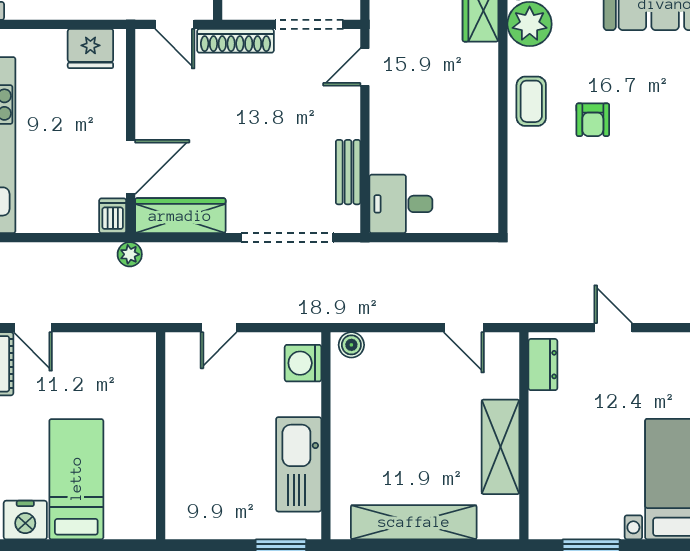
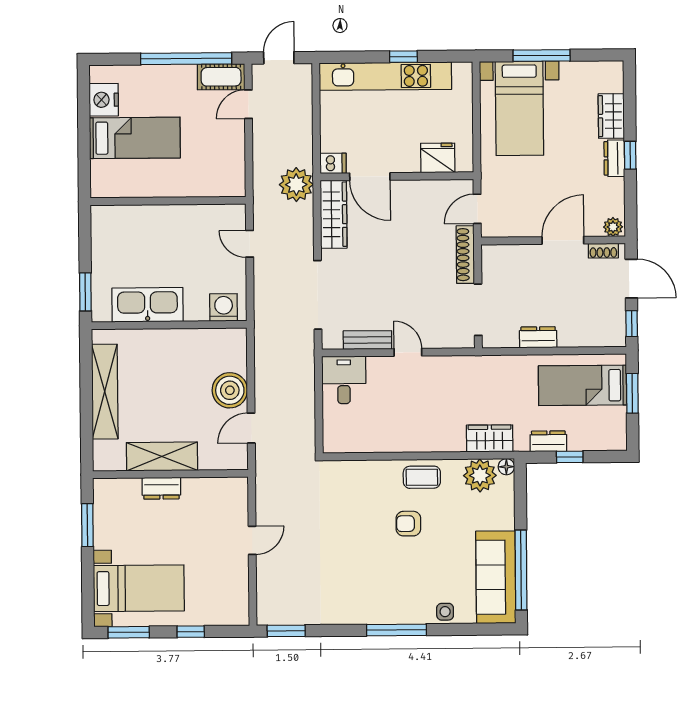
fridge: (90, 49) -> (438, 158), moved, turned 90
door: (365, 67) -> (408, 352), moved
plant: (130, 254) -> (296, 185), width x1.87, depth x1.87
boiler: (351, 345) -> (230, 390), moved, width x1.86, depth x1.86
dresser: (543, 365) -> (161, 488), moved

